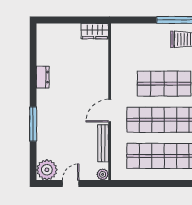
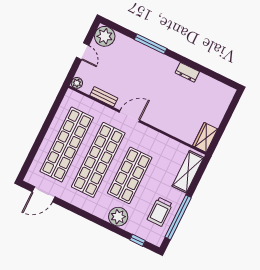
shelving: (134, 31) -> (188, 172), added
door: (110, 111) -> (129, 116), hinge flipped
bench: (103, 143) -> (104, 97), width x0.73

